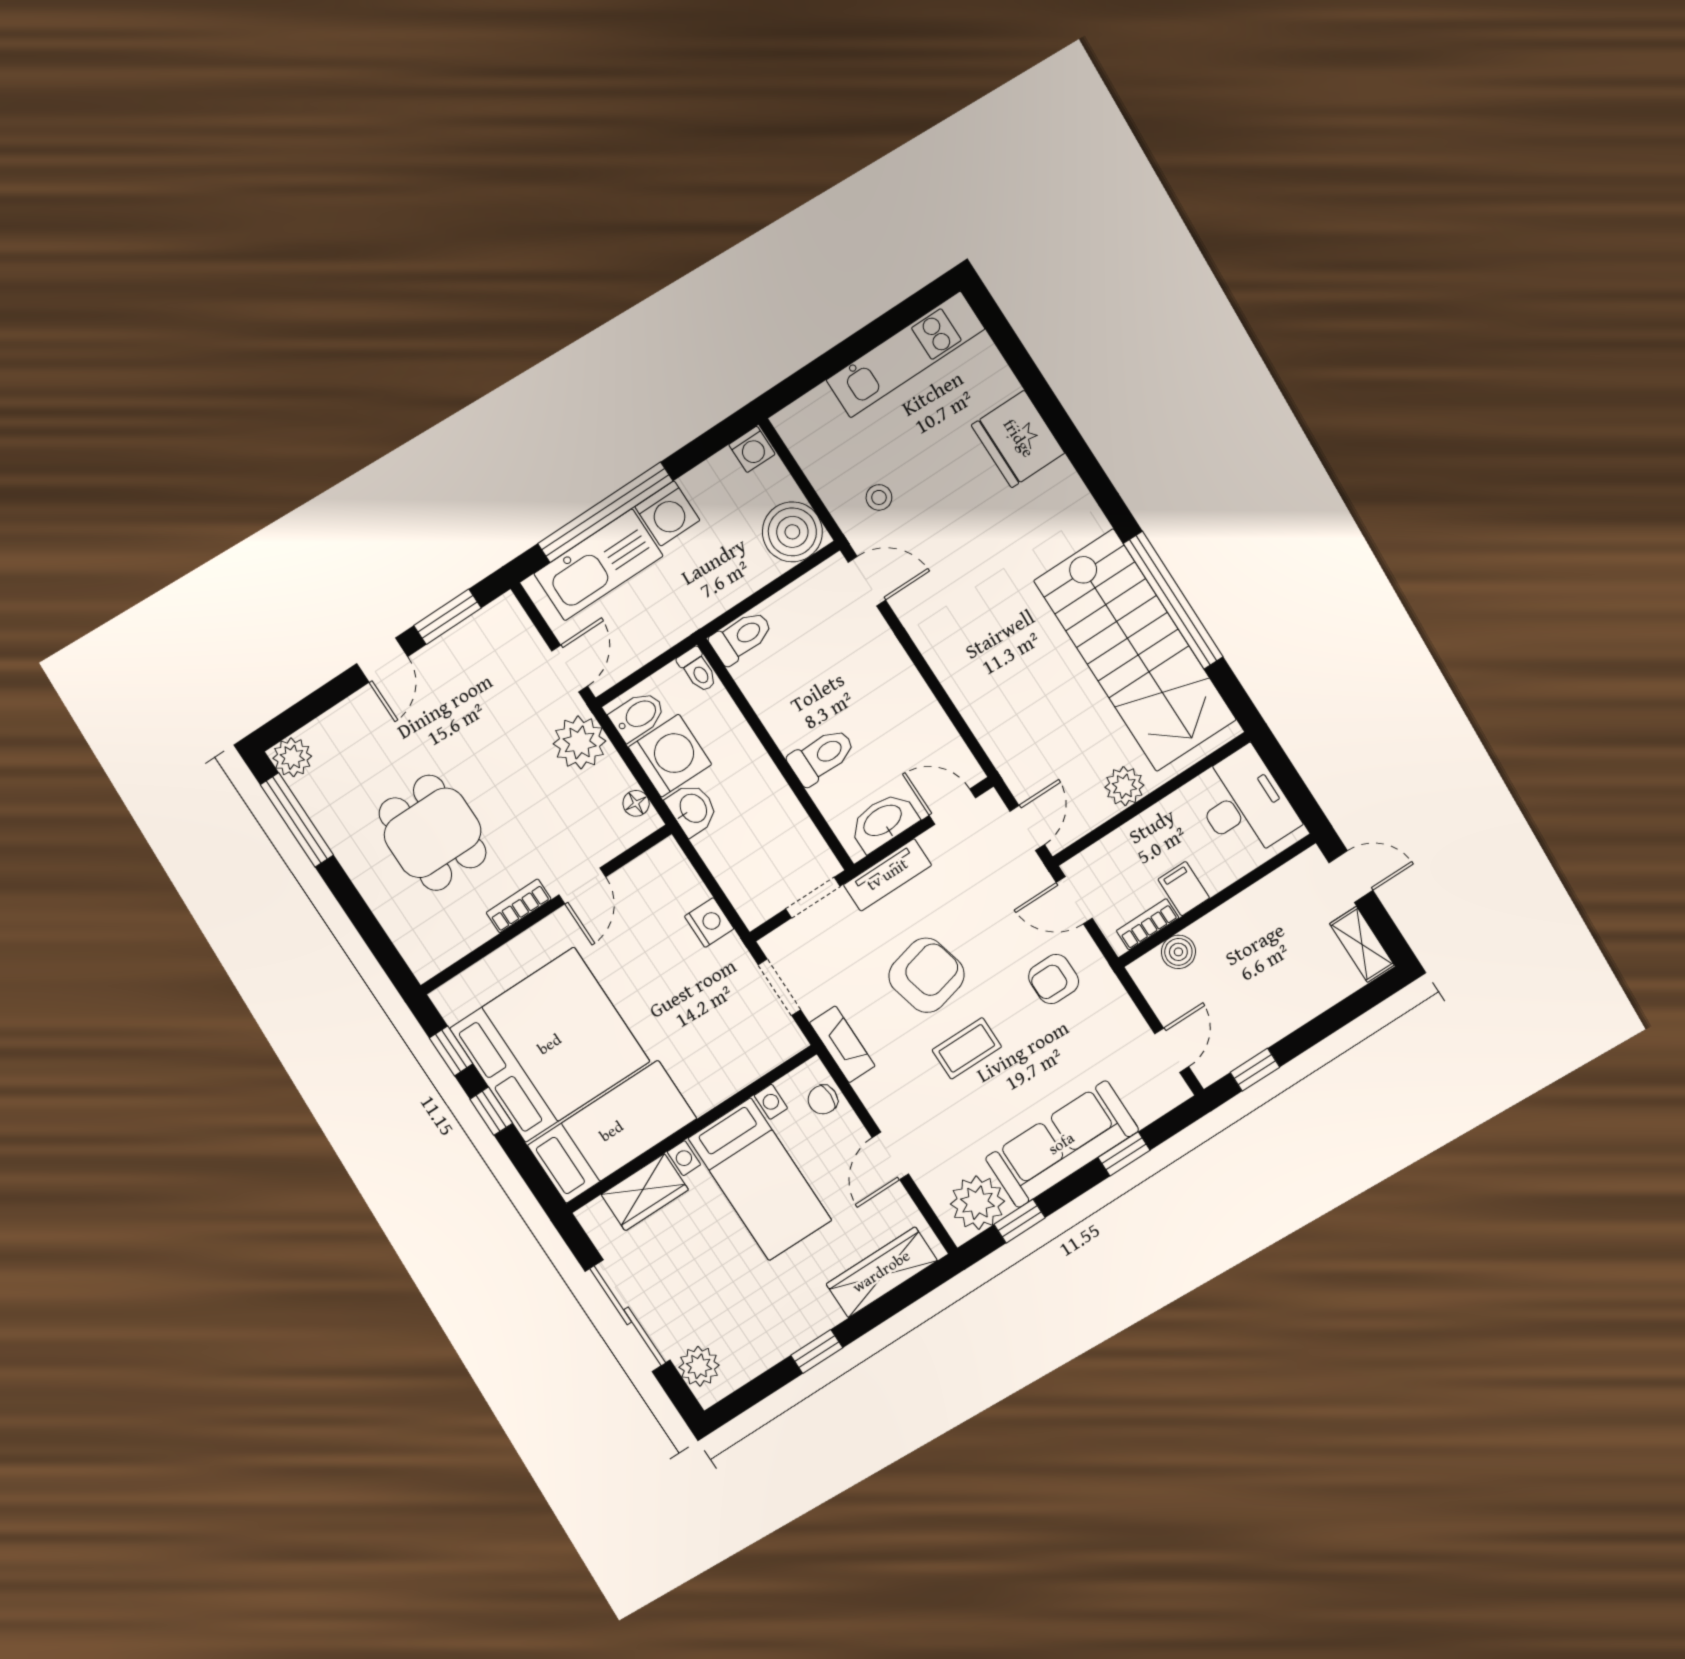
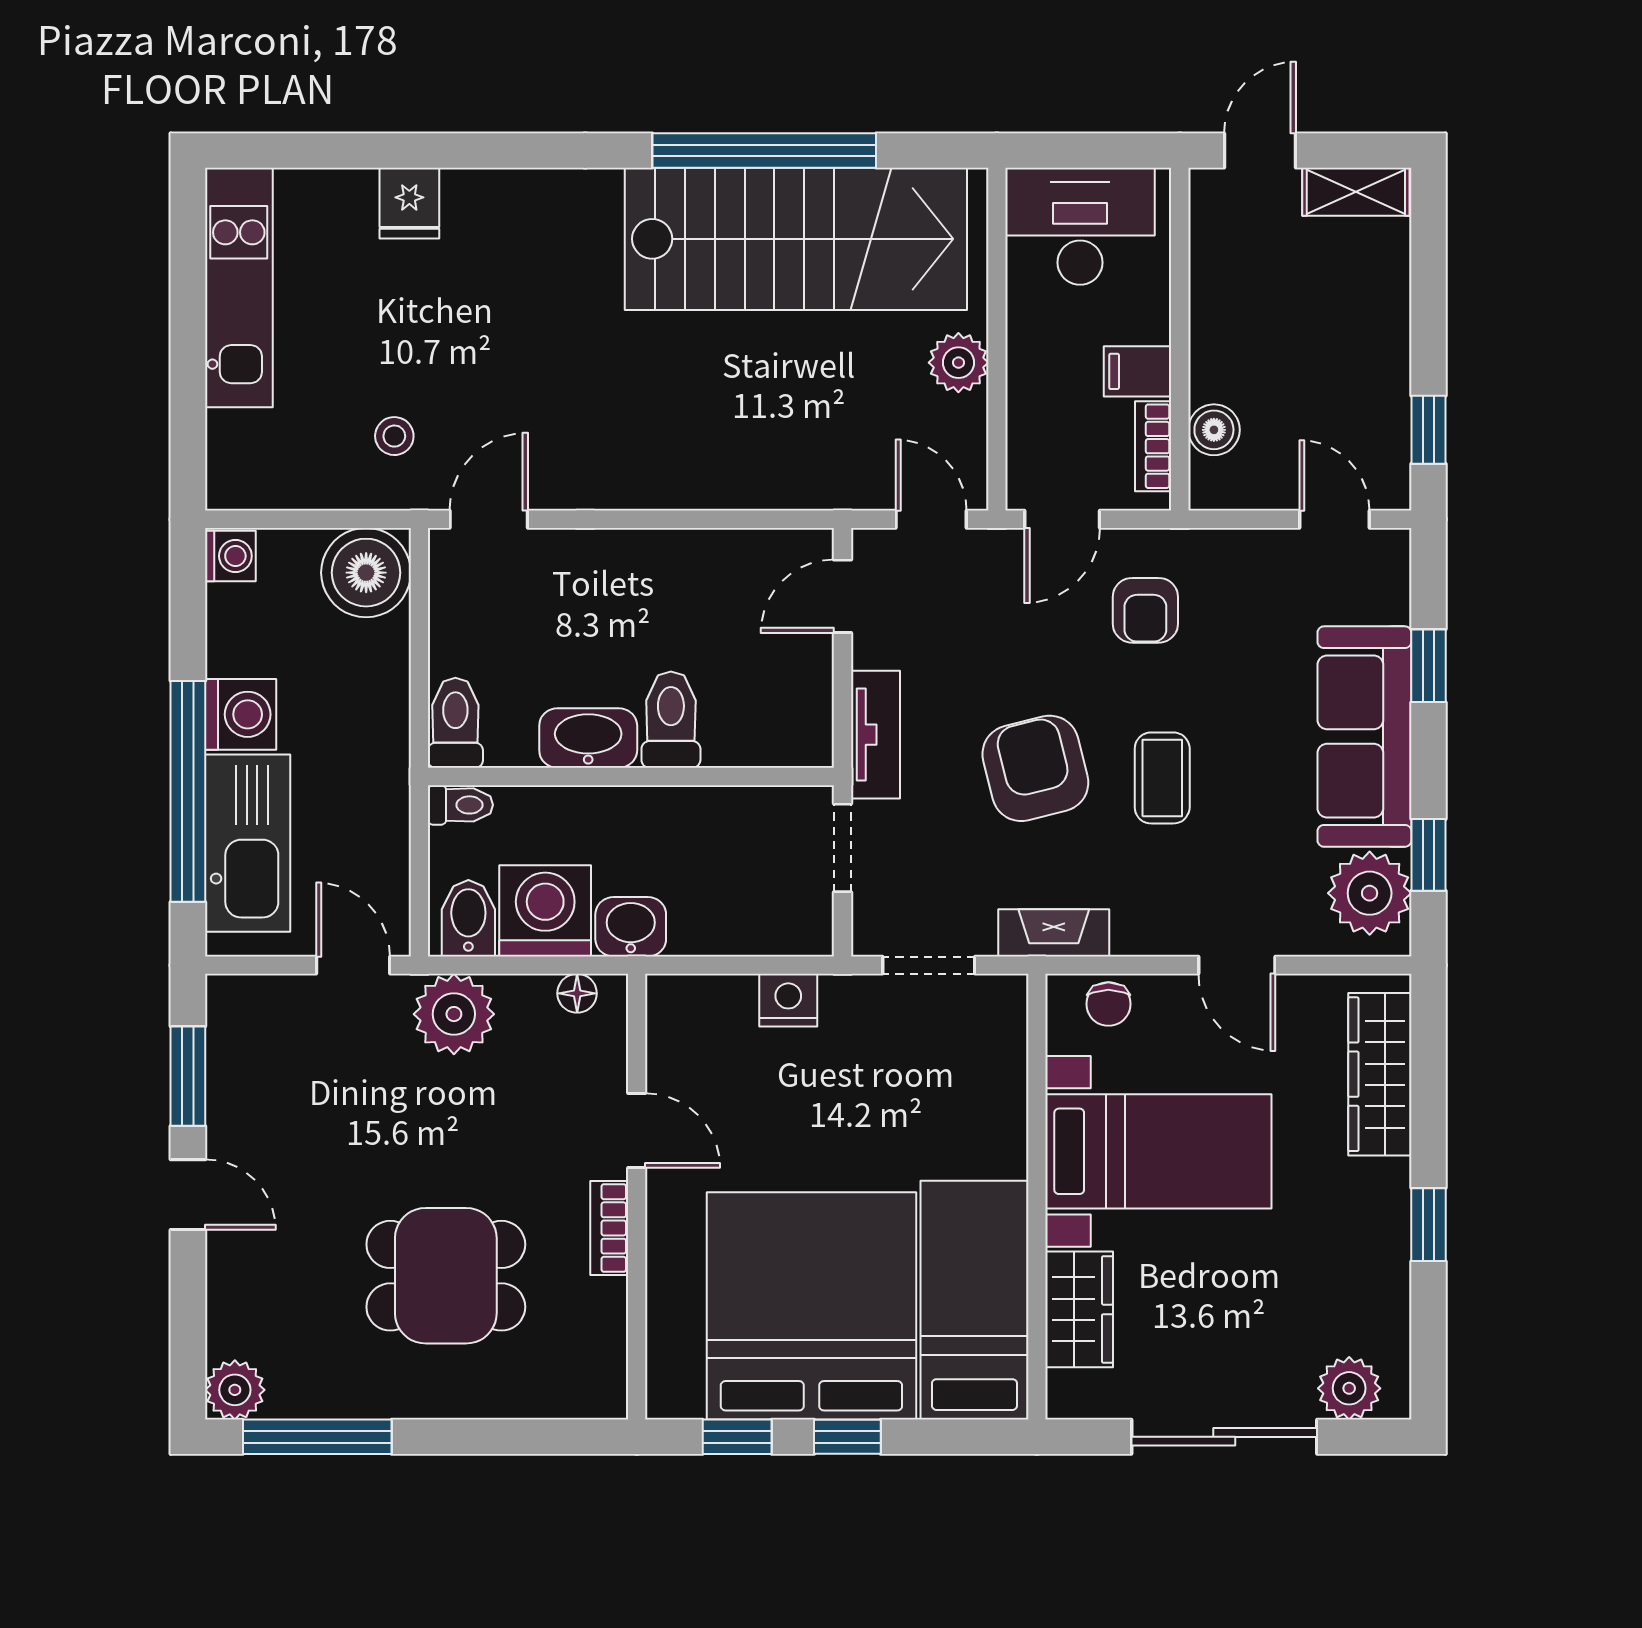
fridge: (1018, 439) -> (409, 203), width x0.53, depth x0.75
washbasin: (883, 821) -> (588, 738), moved, turned 90

